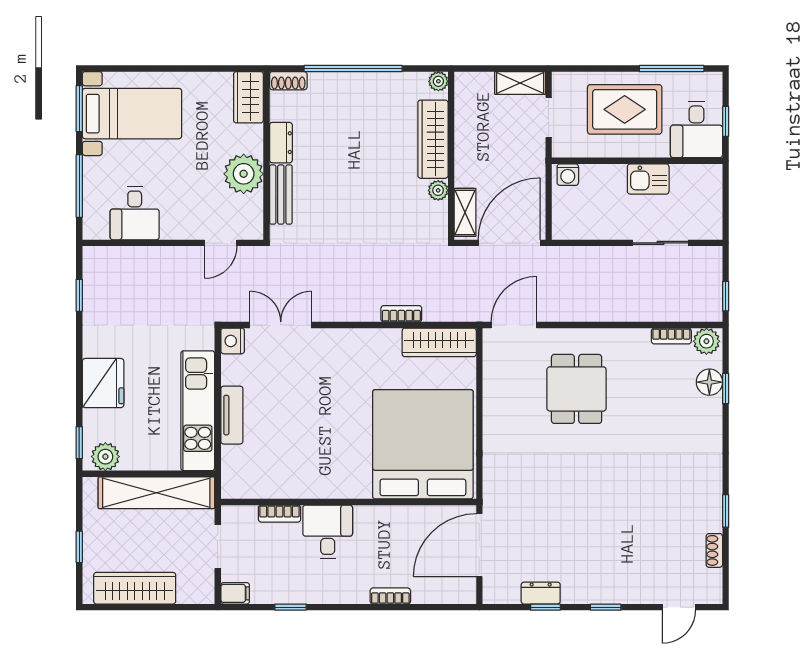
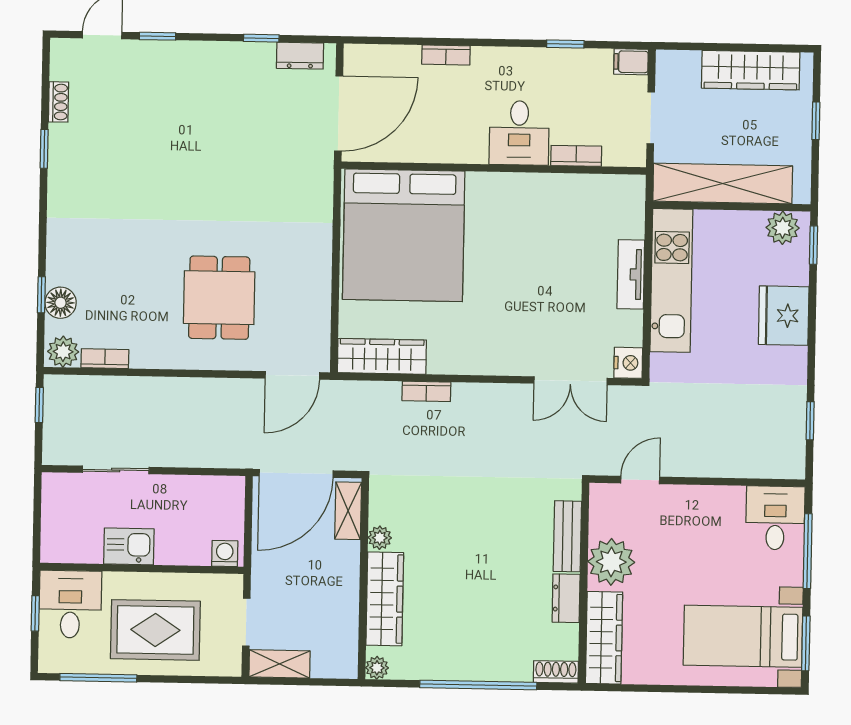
wardrobe: (248, 97) -> (604, 638), width x1.50
desk: (135, 213) -> (775, 518), moved
dresser: (541, 593) -> (300, 56), moved
window: (606, 607) -> (158, 36), moved

